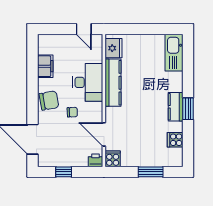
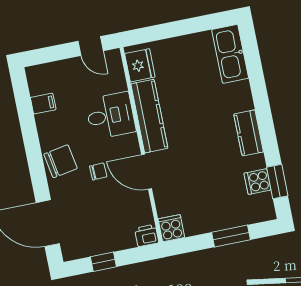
filing cabinet: (45, 66) -> (43, 104), width x0.50
desk: (88, 82) -> (111, 116), width x0.73
window: (188, 109) -> (277, 181), moved
door: (104, 134) -> (147, 172), moved

